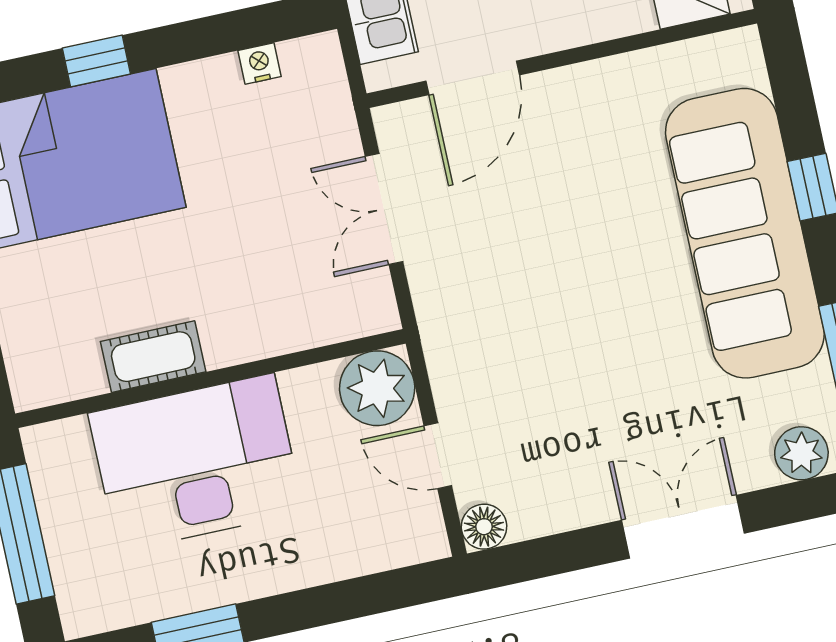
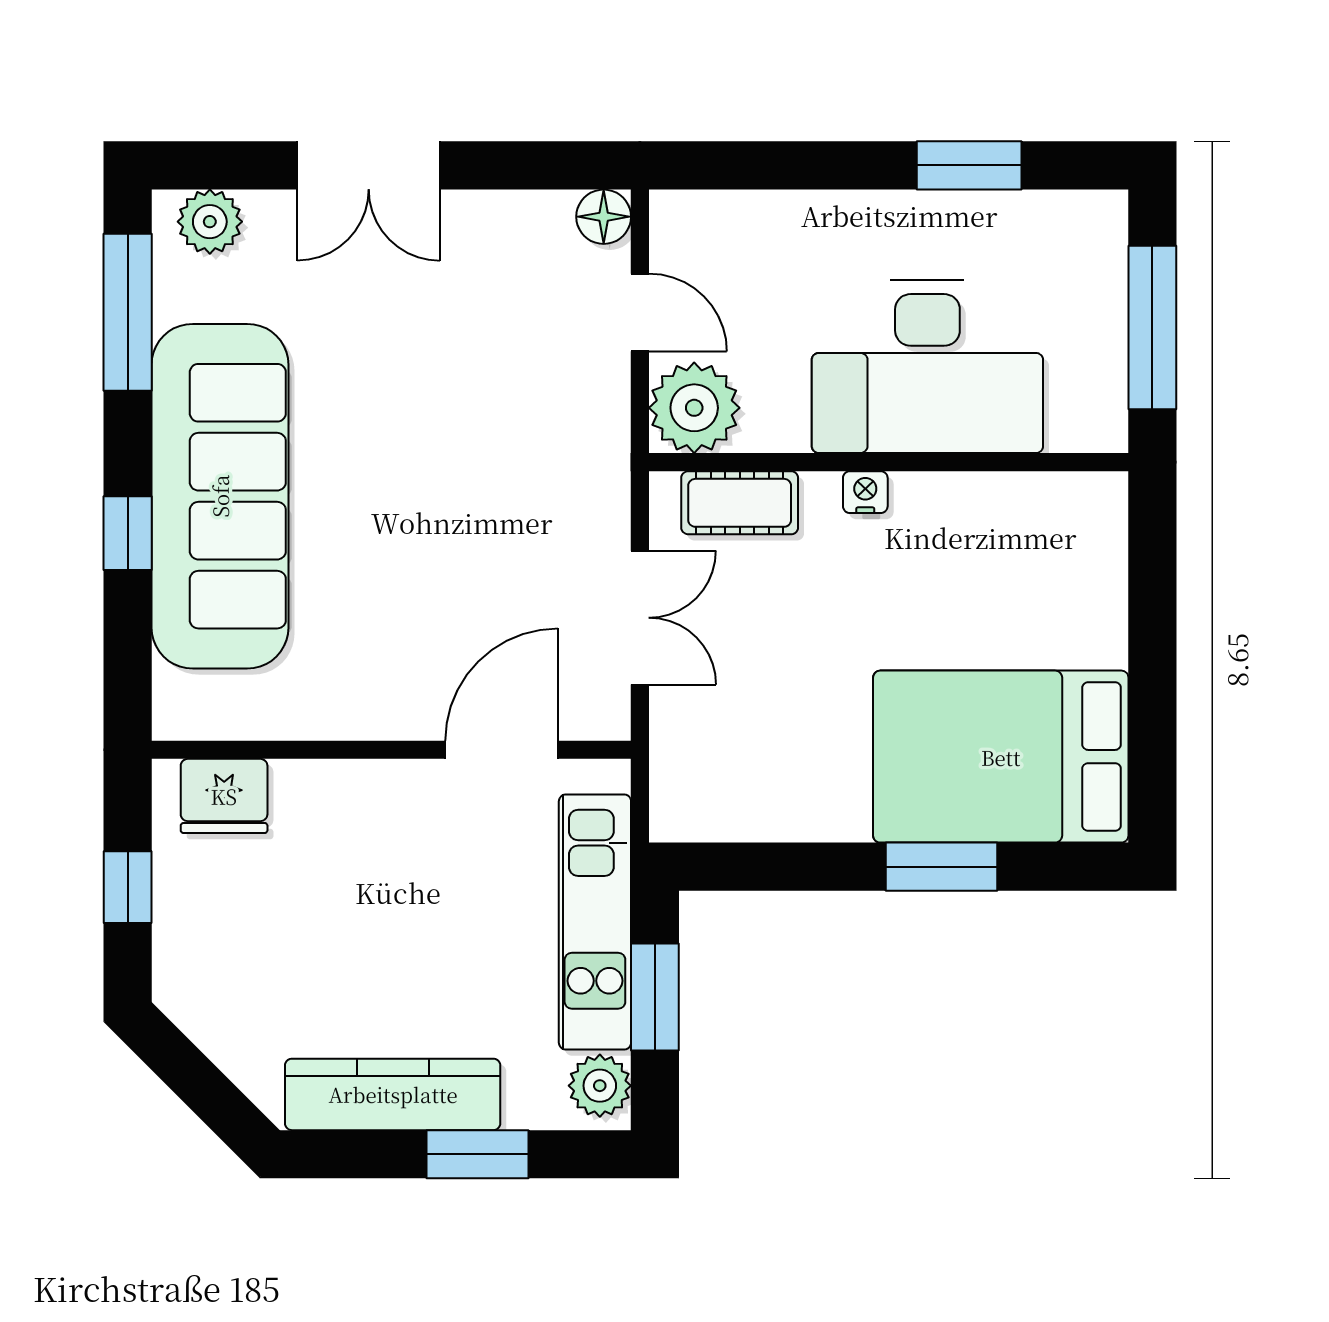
window: (96, 61) -> (942, 867), width x1.50
nightstand: (260, 64) -> (865, 492), moved, turned 180
cot: (153, 357) -> (740, 503), moved

